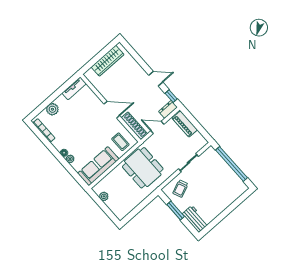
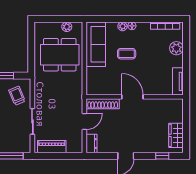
wardrobe: (108, 61) -> (176, 135), width x0.67
window: (171, 96) -> (162, 156), moved
door: (112, 110) -> (132, 97), swing flipped
piano: (185, 124) -> (52, 147), moved
coffee table: (120, 142) -> (127, 54), moved
dining table: (143, 168) -> (60, 55), moved

